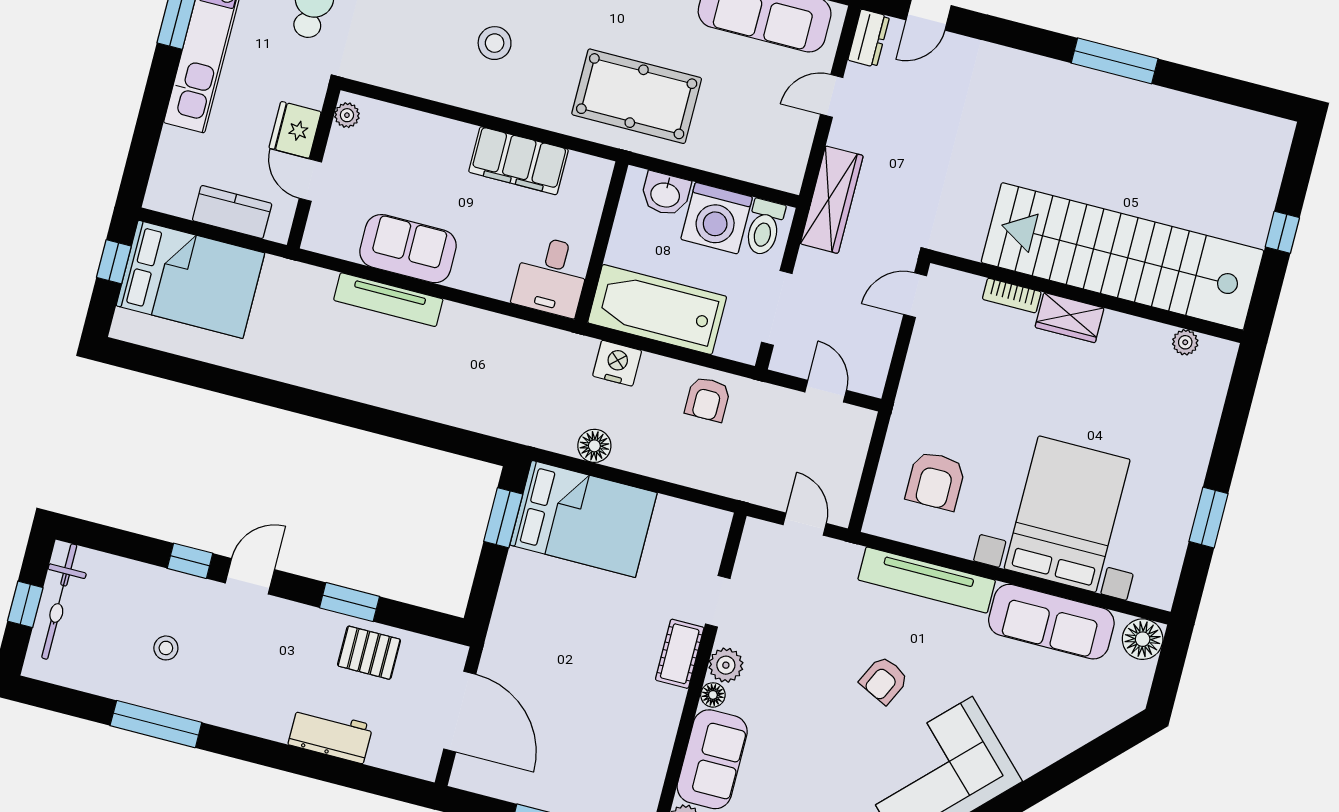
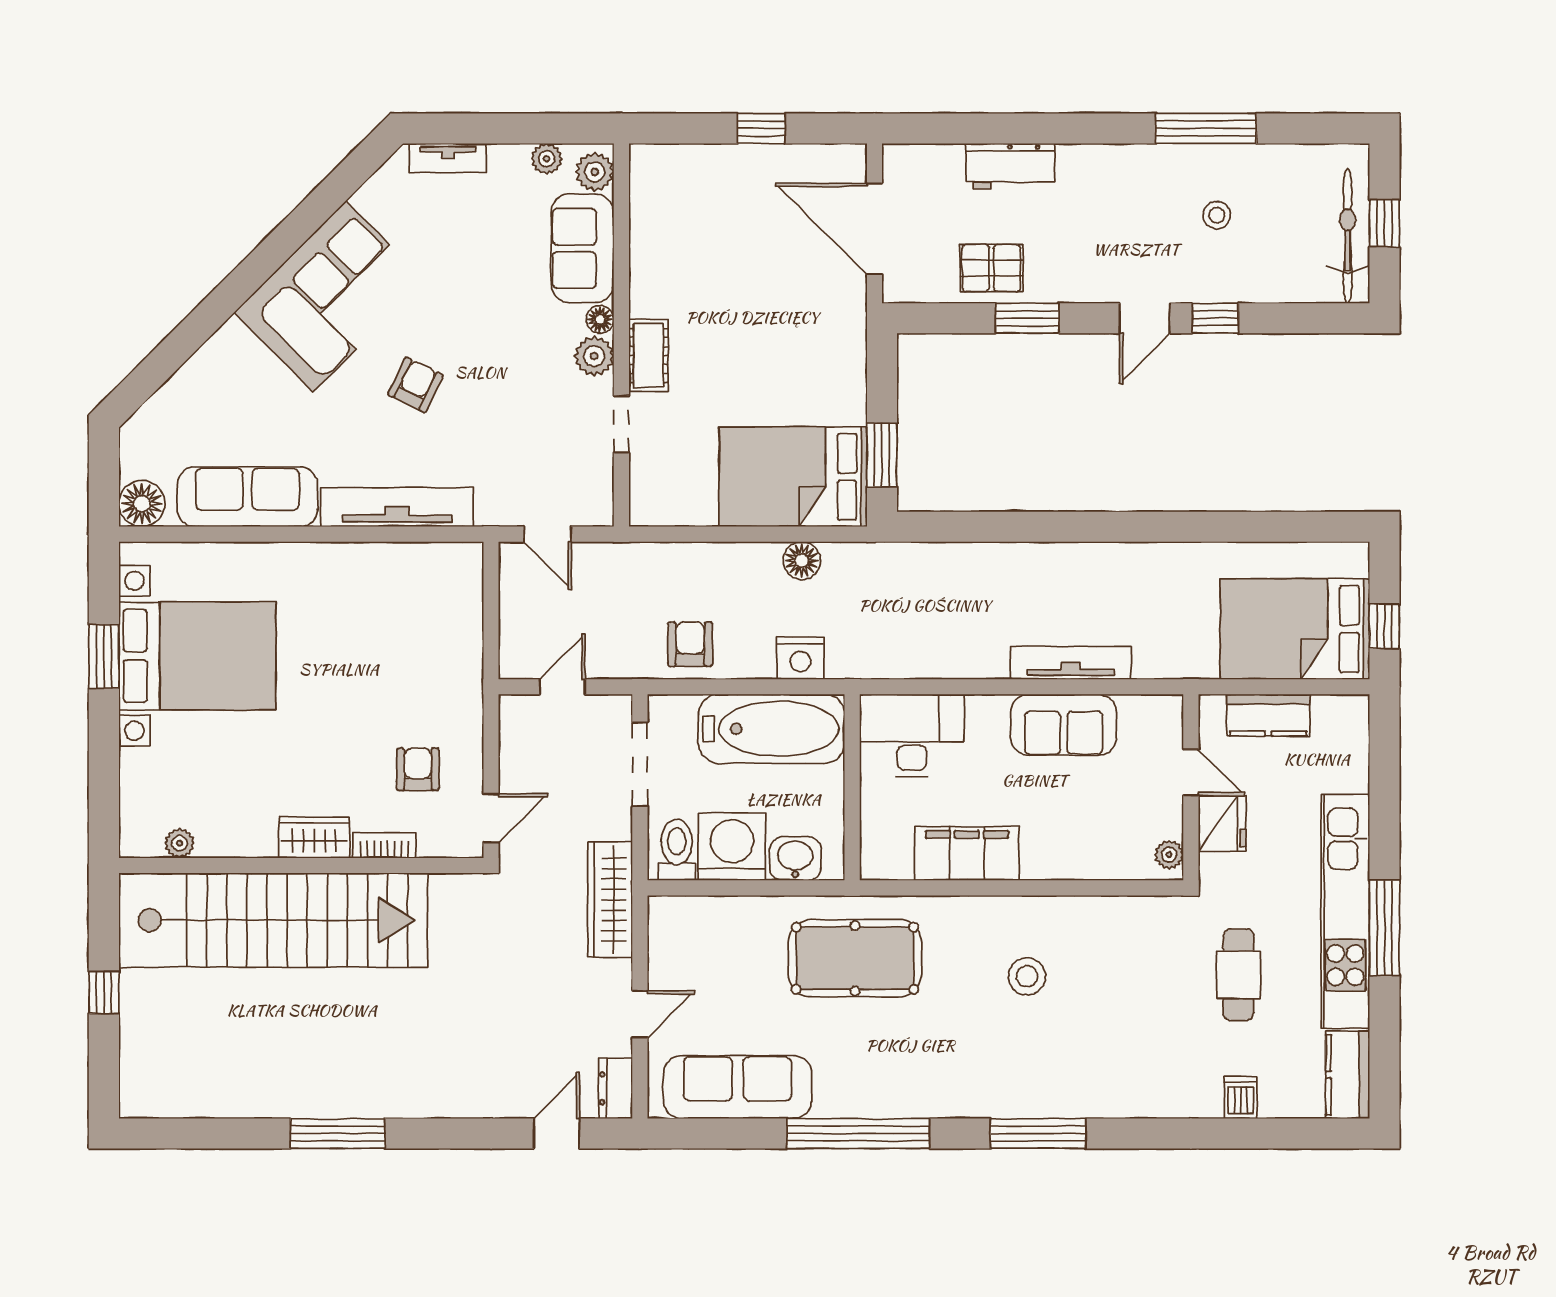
desk: (551, 276) -> (912, 735), width x1.37
door: (826, 391) -> (562, 687), swing flipped
armchair: (936, 481) -> (418, 769), moved, width x0.72, depth x0.72
bed with nightstands: (1067, 514) -> (197, 656), moved, turned -90

